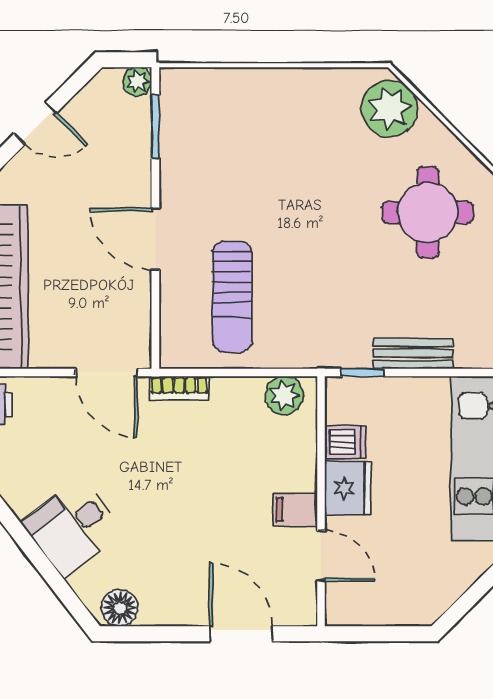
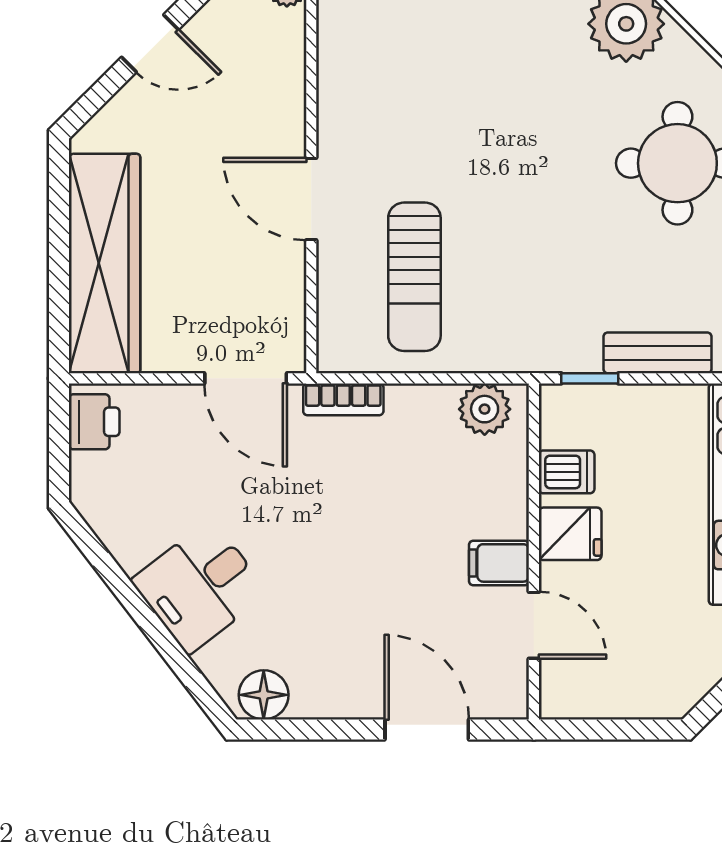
window: (155, 126) -> (311, 48), removed
fridge: (348, 488) -> (570, 534), width x0.72

